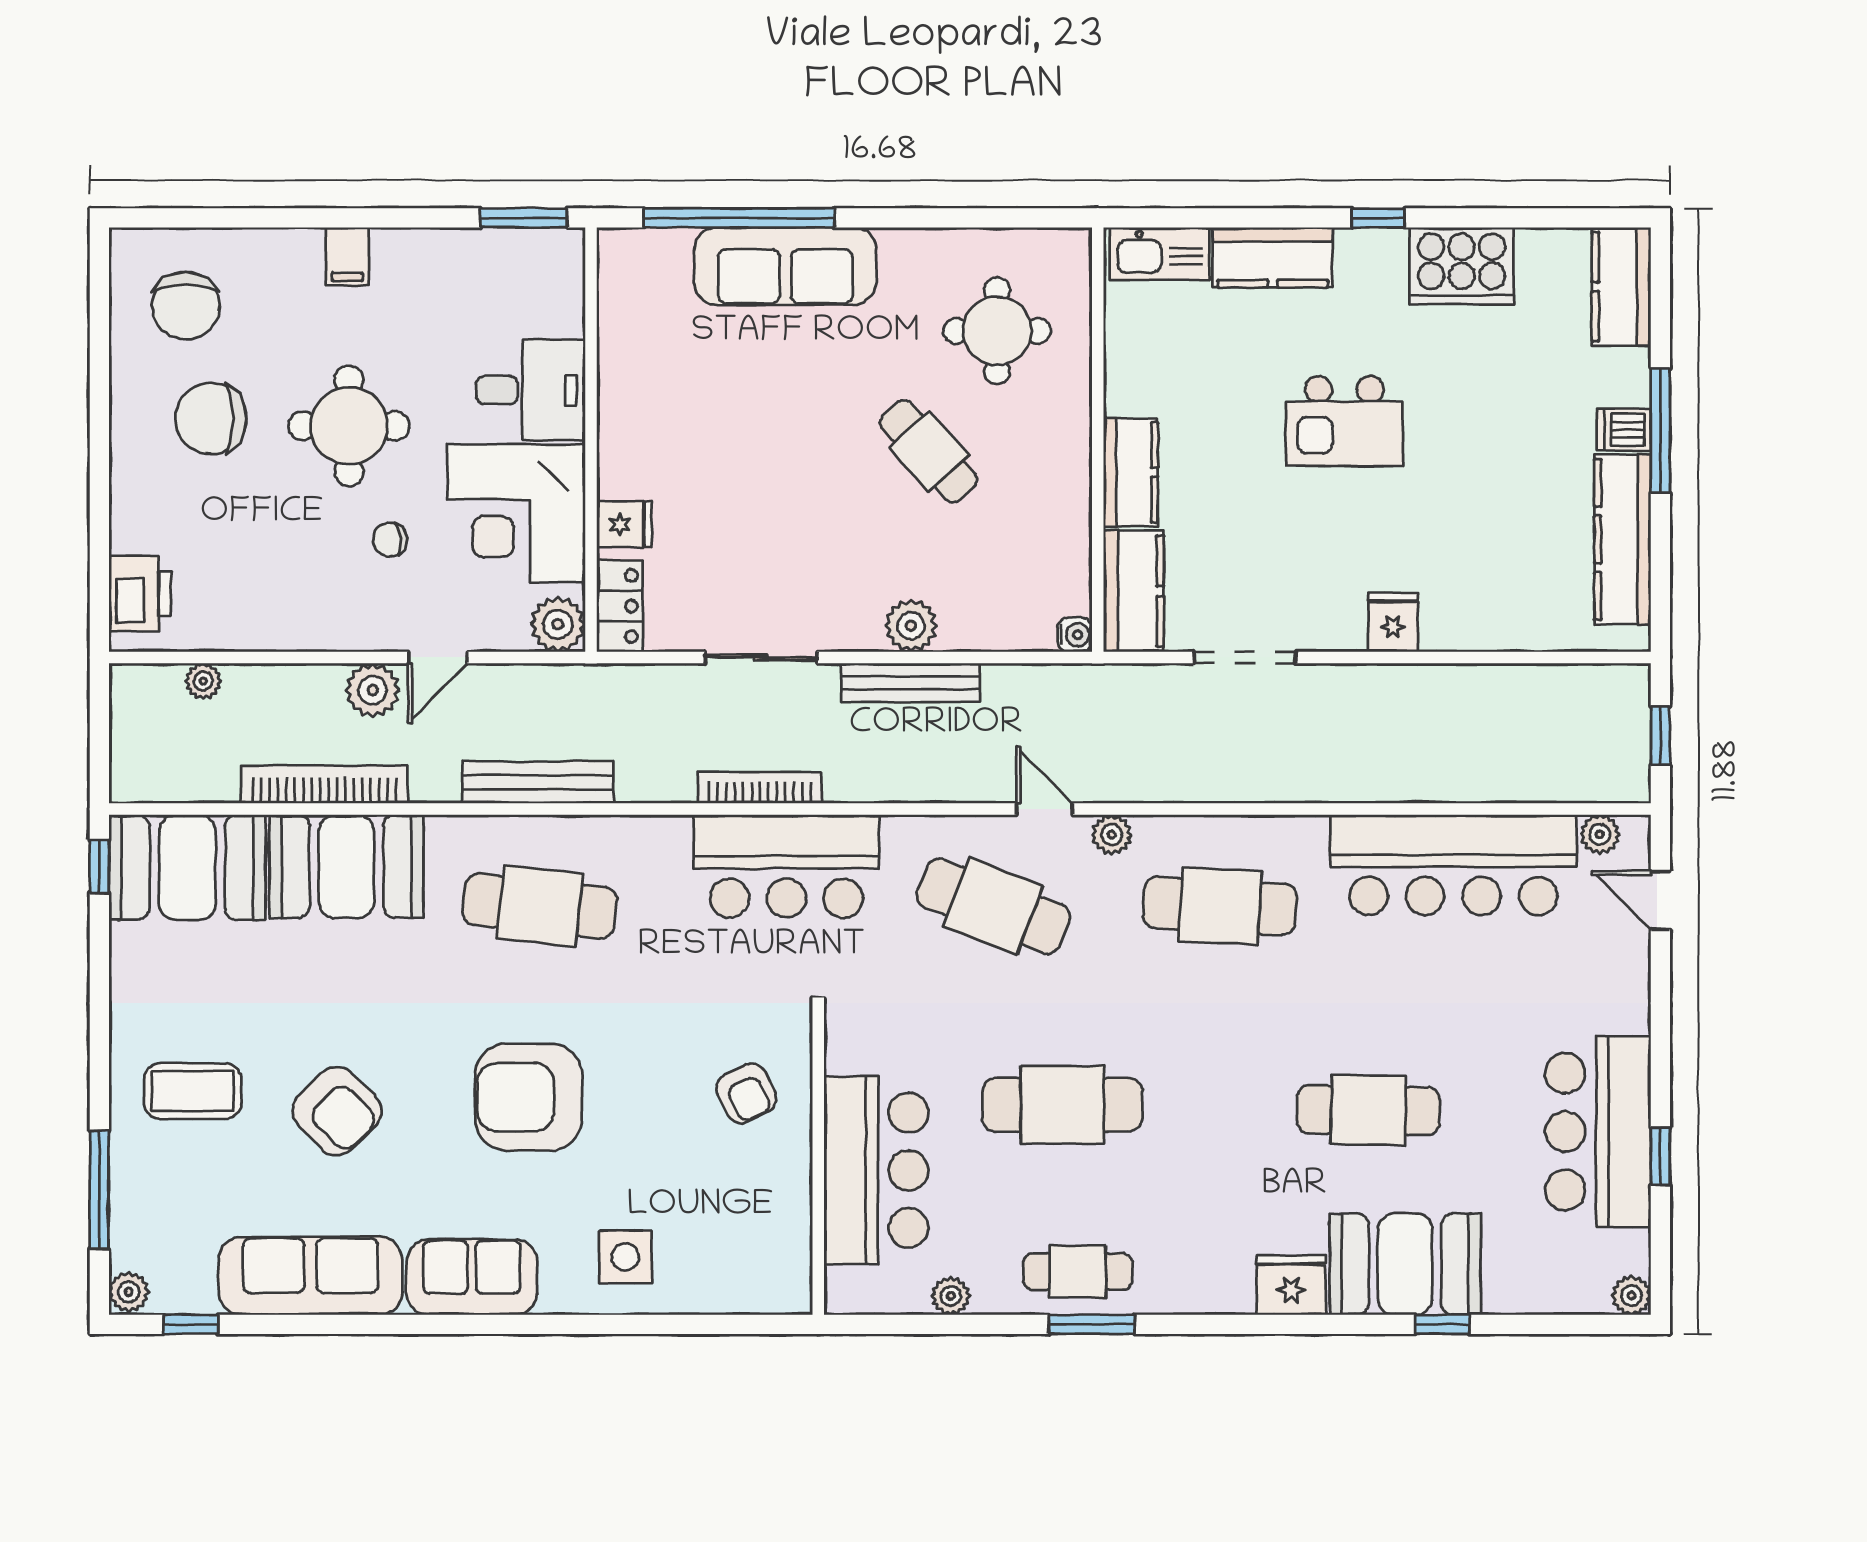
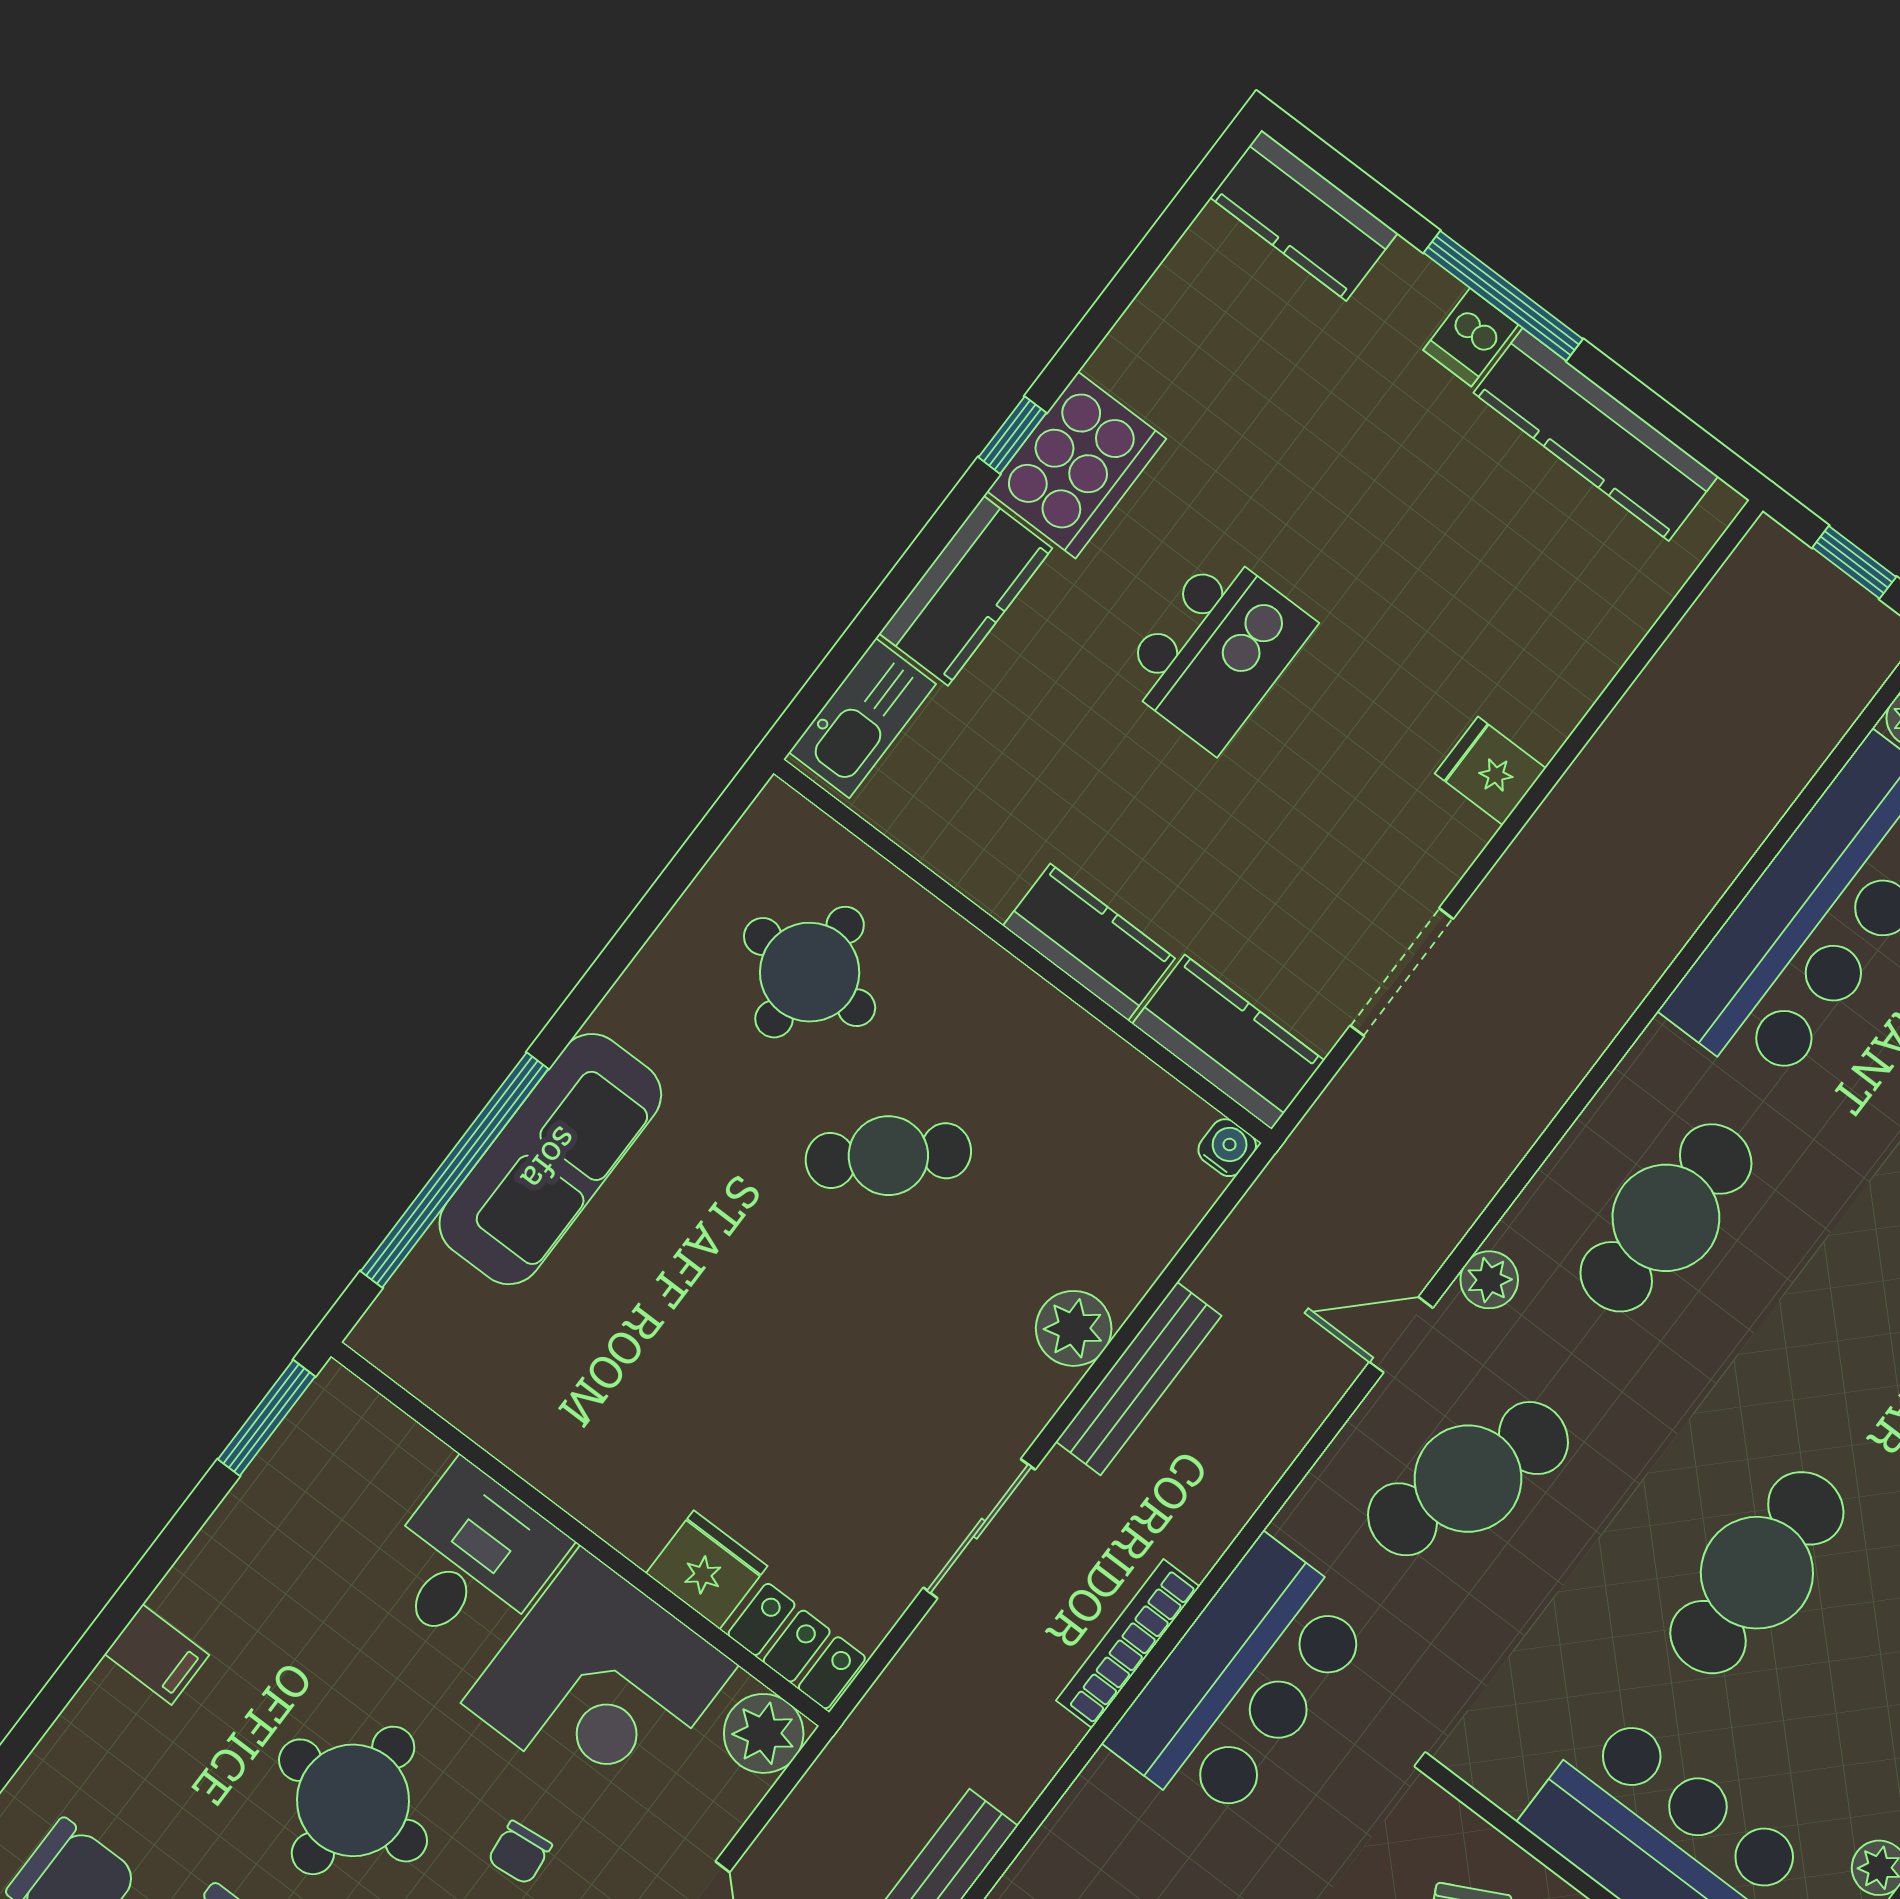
cooker: (1462, 266) -> (1077, 465), moved
fridge: (624, 524) -> (707, 1570), width x1.38

